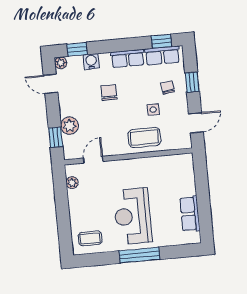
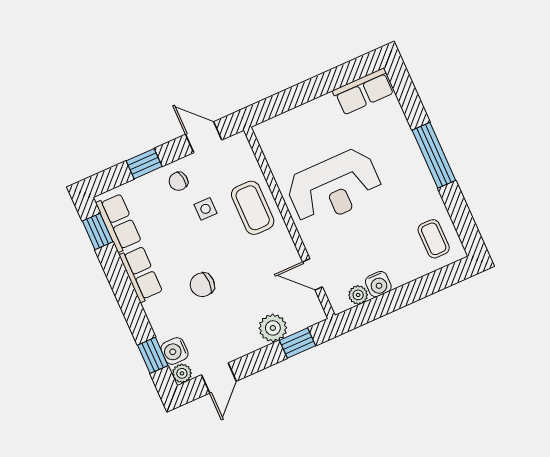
water cooler: (91, 61) -> (174, 351), moved
chair: (168, 88) -> (178, 181), moved
water cooler: (74, 197) -> (378, 284), added
row of seats: (190, 214) -> (364, 92), moved
reception desk: (133, 216) -> (334, 187), moved

